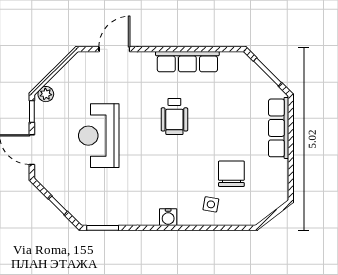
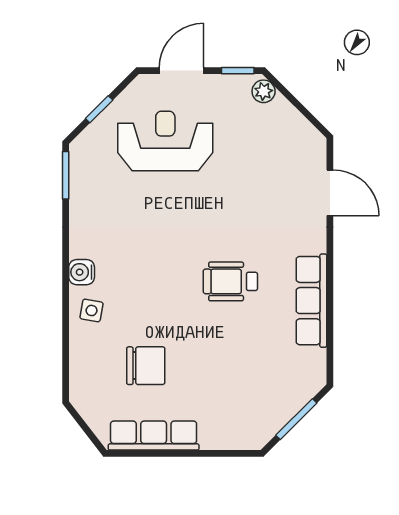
row of seats: (279, 128) -> (154, 435), moved
reception desk: (99, 136) -> (165, 141), moved
side table: (211, 204) -> (91, 310), moved

